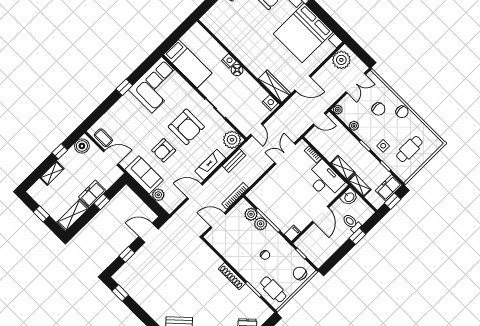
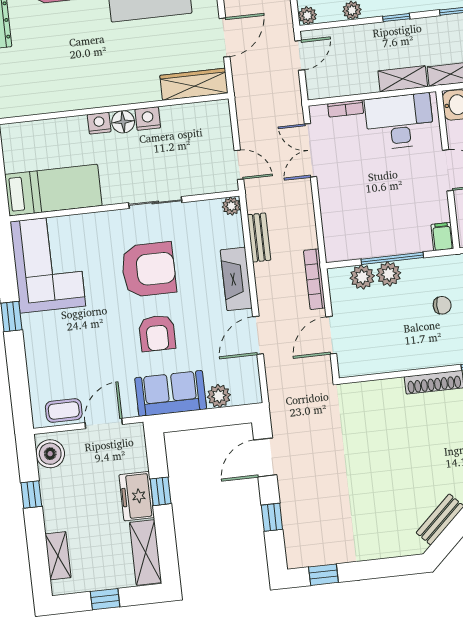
nightstand: (270, 103) -> (148, 119), moved
plant: (232, 140) -> (231, 206), width x0.53, depth x0.53
shelving: (52, 173) -> (58, 556), moved

